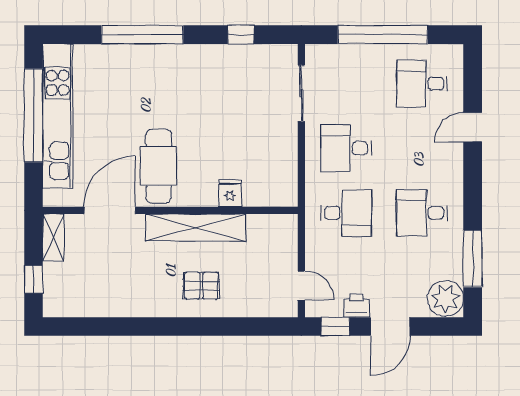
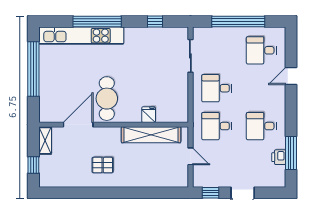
kitchen unit: (58, 116) -> (81, 36), moved, turned 90
desk: (346, 213) -> (217, 126), turned 180
shelving: (196, 228) -> (151, 135), moved
door: (301, 285) -> (190, 156), moved
pallet: (201, 286) -> (103, 165), moved
plant: (445, 298) -> (275, 176), removed
printer: (356, 306) -> (279, 157), moved, turned -90

